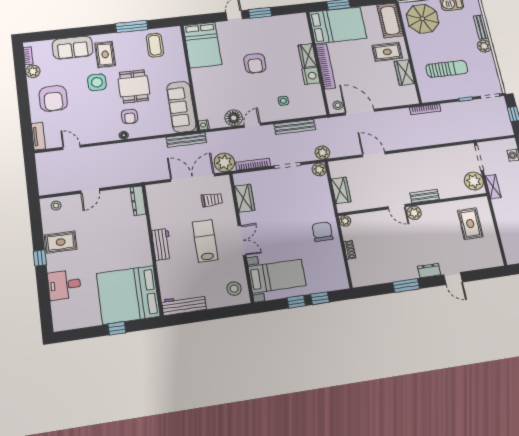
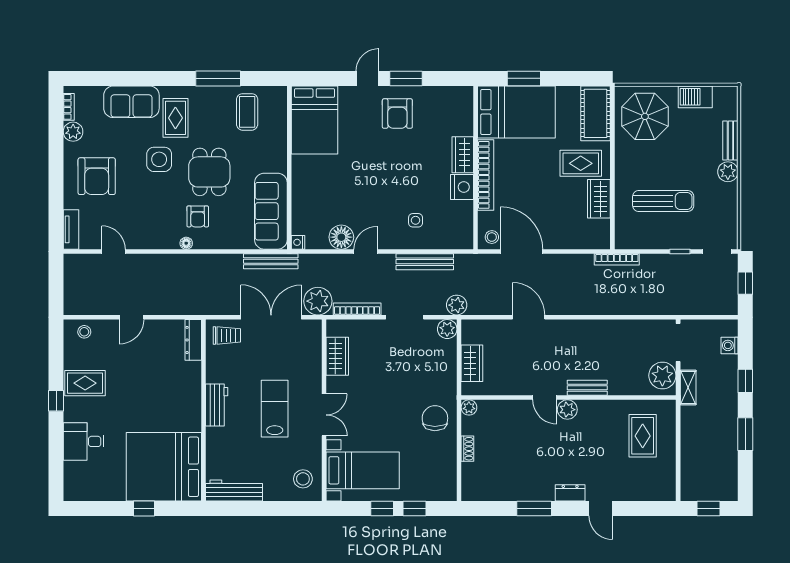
armchair: (255, 63) -> (397, 114), moved
trolley: (212, 200) -> (227, 335), moved

